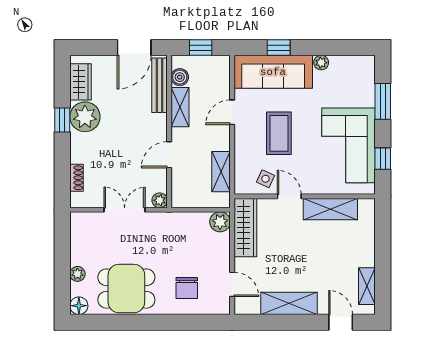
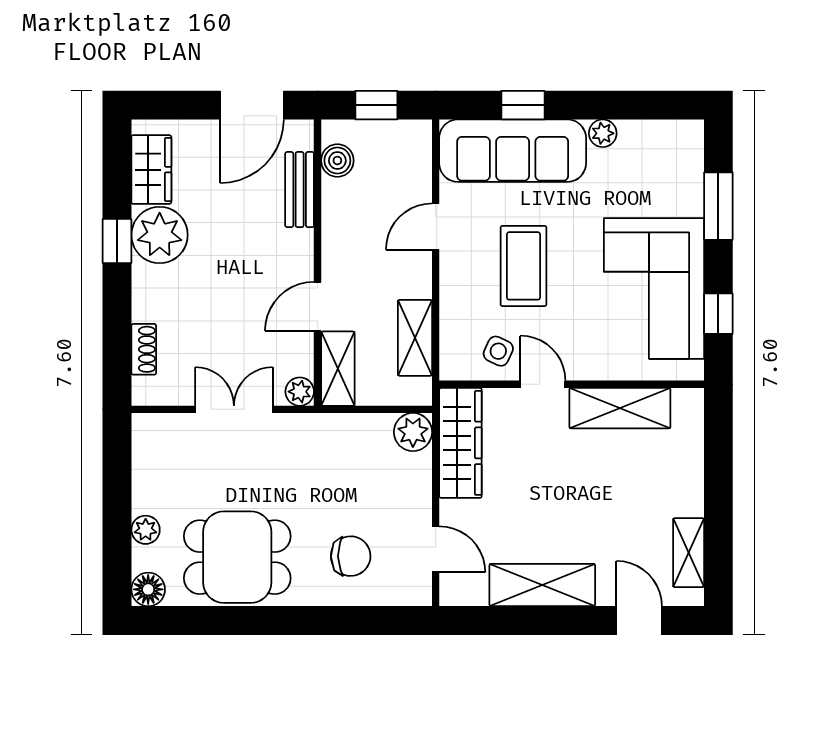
bench: (160, 85) -> (300, 190), width x0.73
shelving: (180, 107) -> (338, 369), moved
chair: (187, 288) -> (351, 556), turned -91

